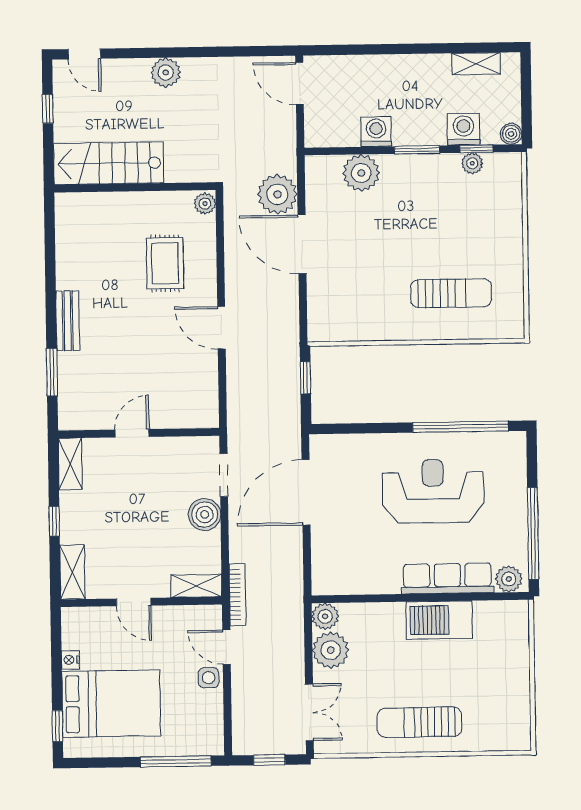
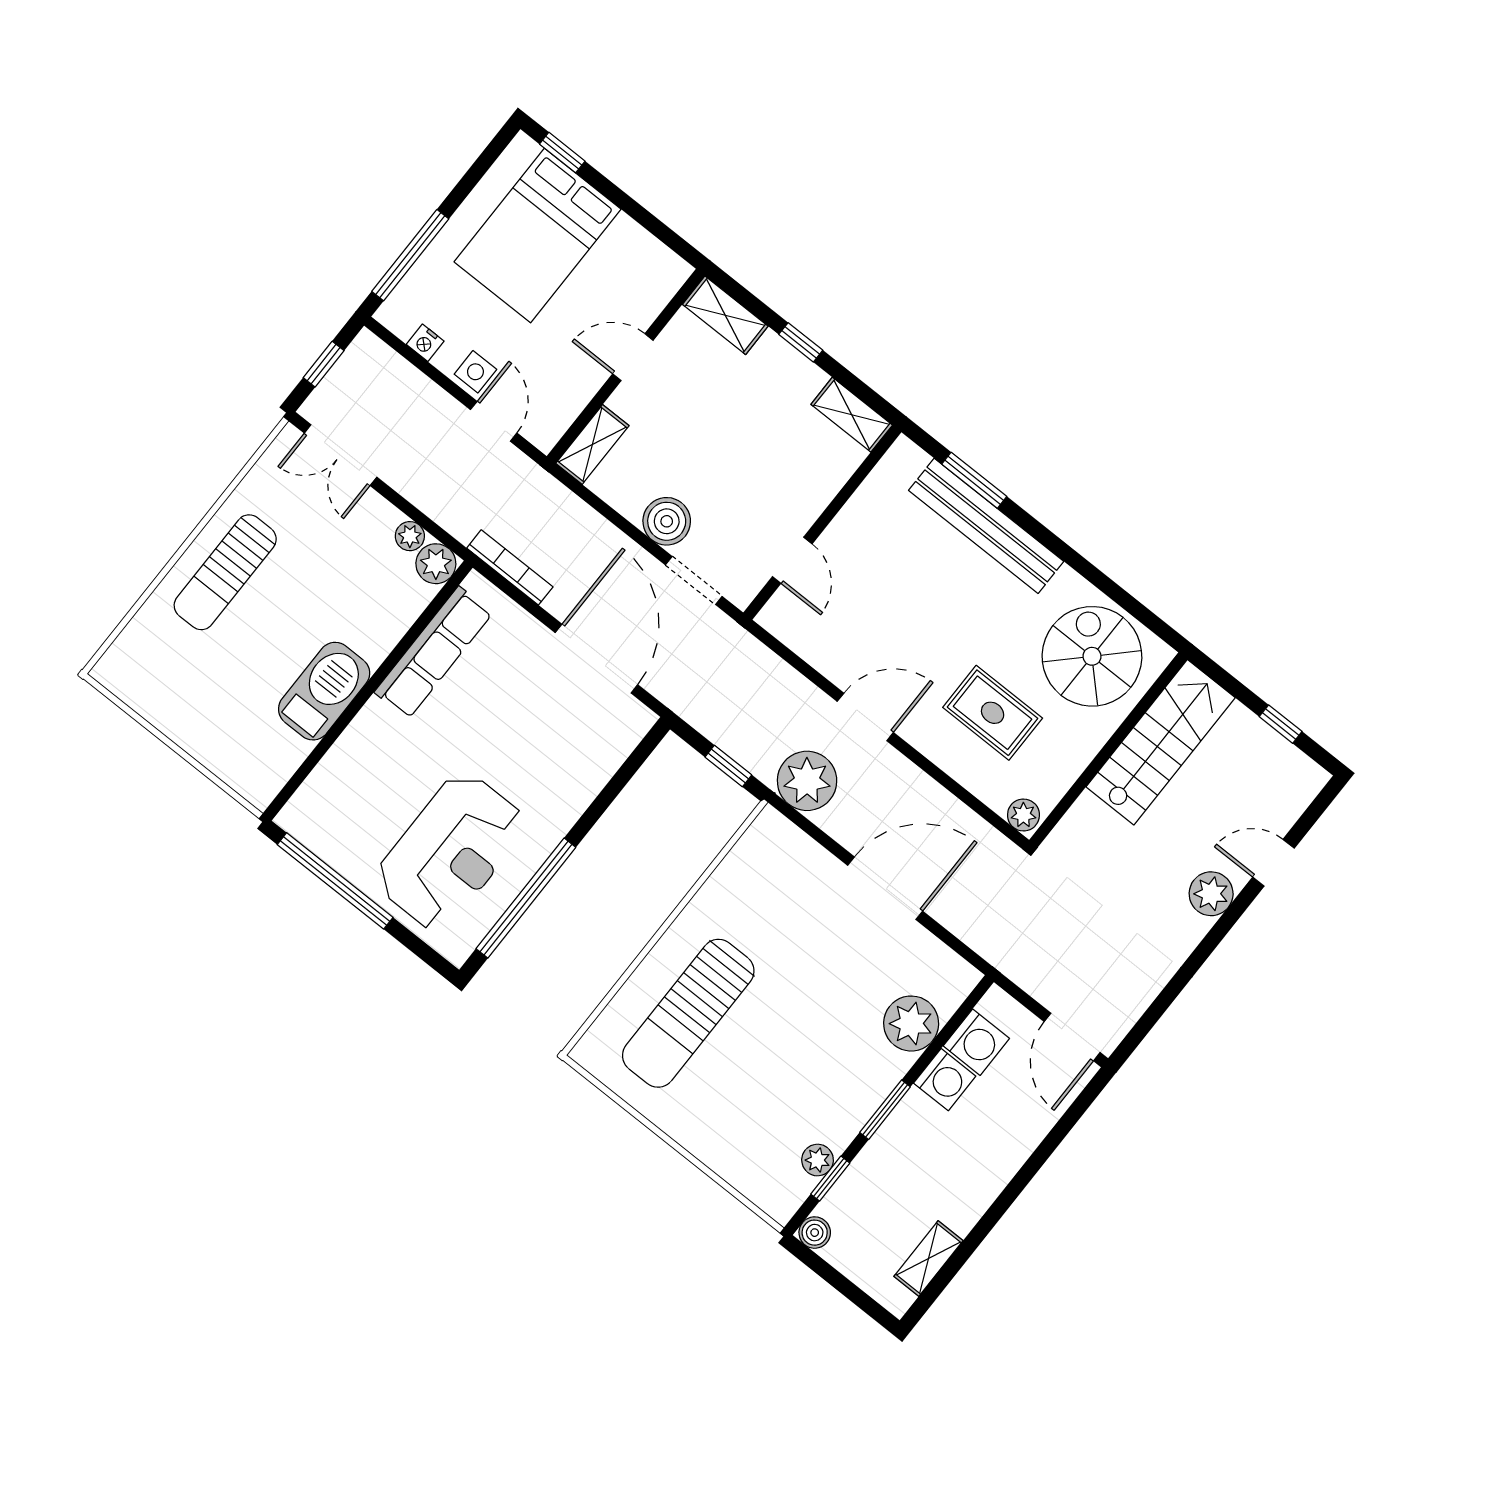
door: (84, 54) -> (1274, 863), moved
door: (300, 84) -> (1072, 1037), swing flipped
washing machine: (464, 129) -> (976, 1042), moved
plant: (277, 194) -> (807, 781), moved
spiral stairs: (93, 236) -> (1092, 656), added
sun lounger: (451, 293) -> (688, 1013), width x1.36, depth x1.34
bench: (68, 321) -> (986, 526), width x1.86, depth x1.21
door: (132, 433) -> (792, 560), moved
reception desk: (433, 491) -> (450, 852), moved
row of seats: (447, 578) -> (433, 653), moved
plant: (509, 579) -> (305, 810), removed
bookcase: (237, 595) -> (510, 567), moved, turned 180
door: (226, 647) -> (494, 421), hinge flipped
plant: (331, 650) -> (410, 536), width x0.53, depth x0.53
nightstand: (70, 660) -> (425, 343), moved, turned 180
sun lounger: (420, 722) -> (225, 572), turned 180

